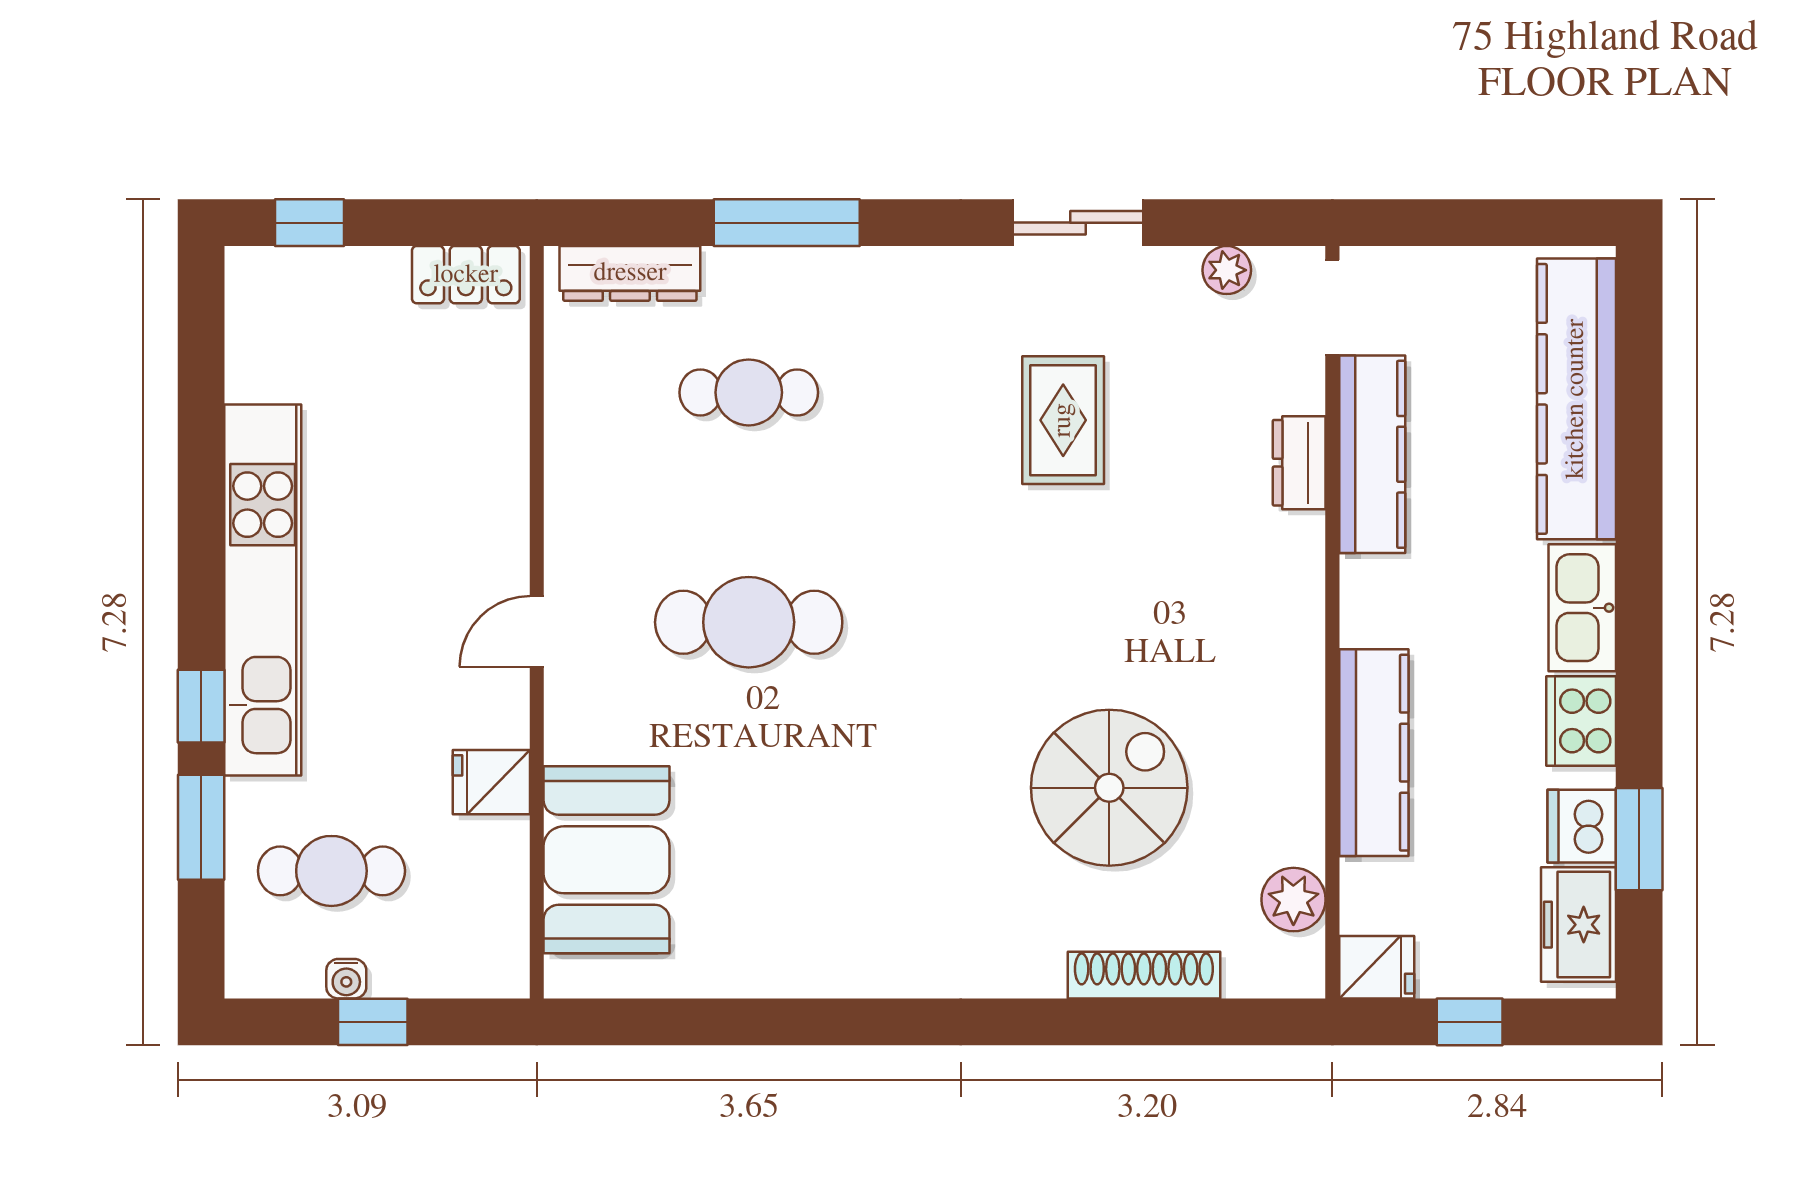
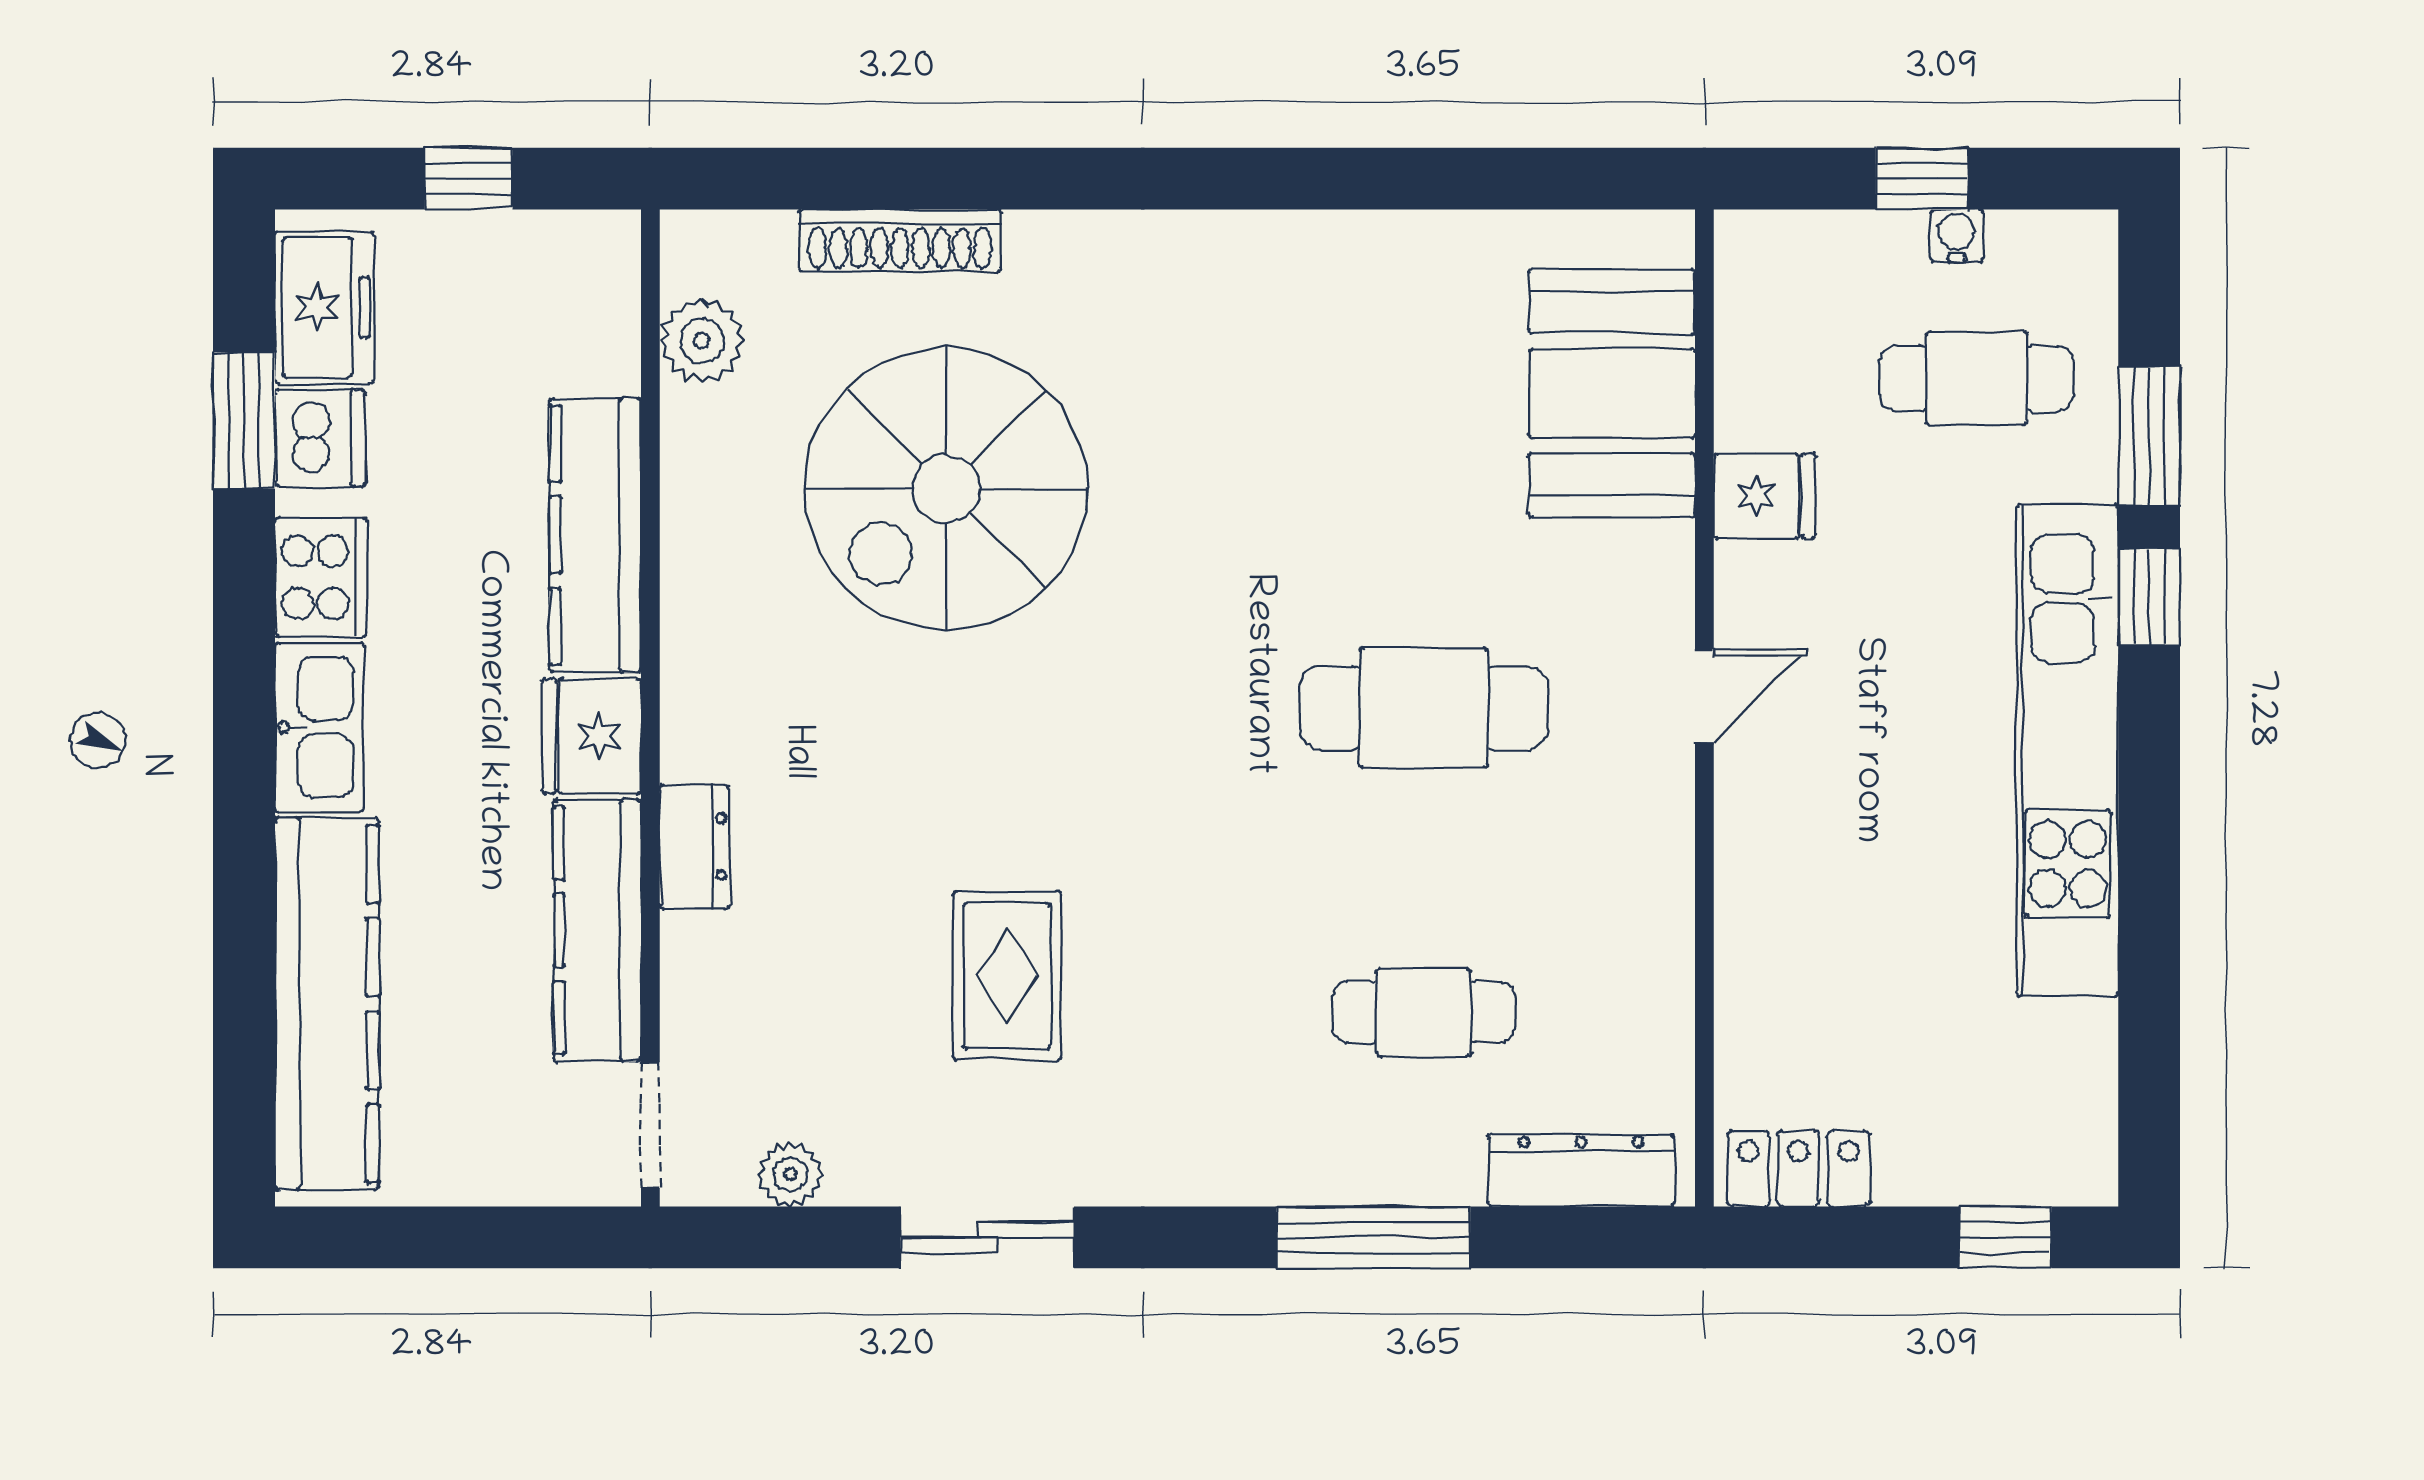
dresser: (1299, 463) -> (694, 847), moved
spiral stairs: (1109, 788) -> (946, 489), width x1.37, depth x1.37
fridge: (1377, 967) -> (592, 736), moved, width x1.38

